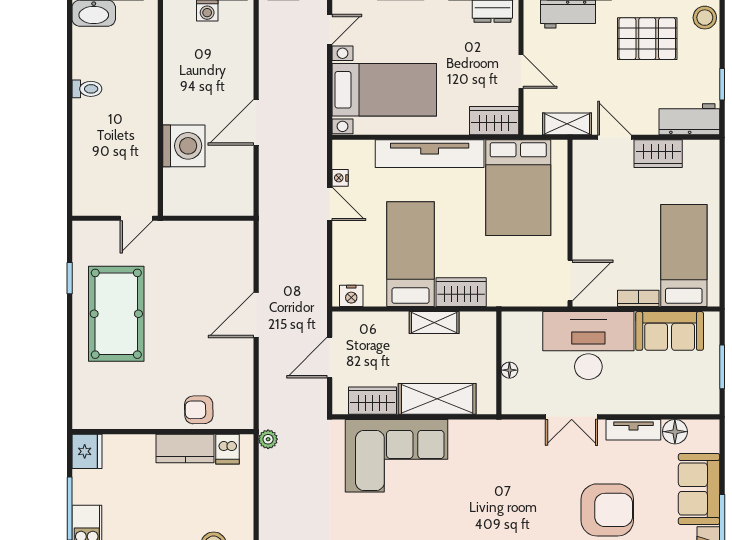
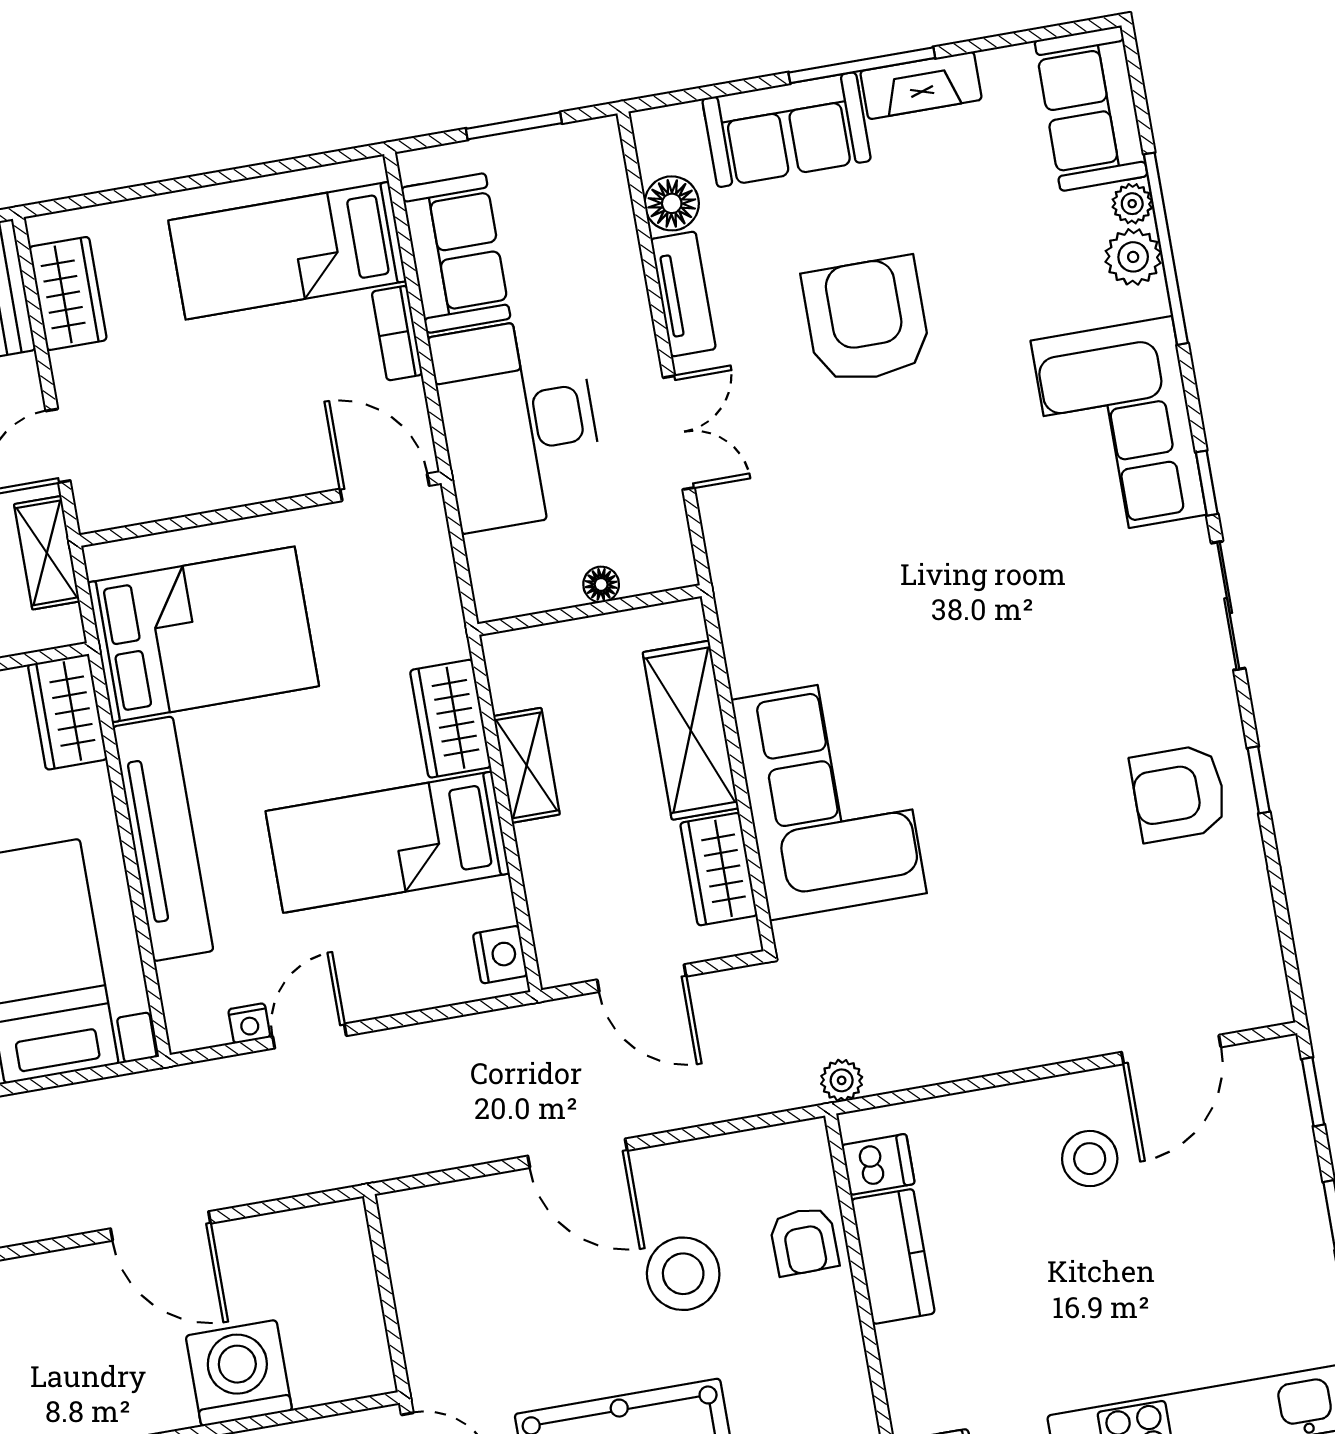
wardrobe: (658, 154) -> (68, 293), moved
stool: (194, 353) -> (683, 1274), added

